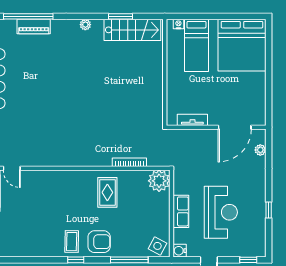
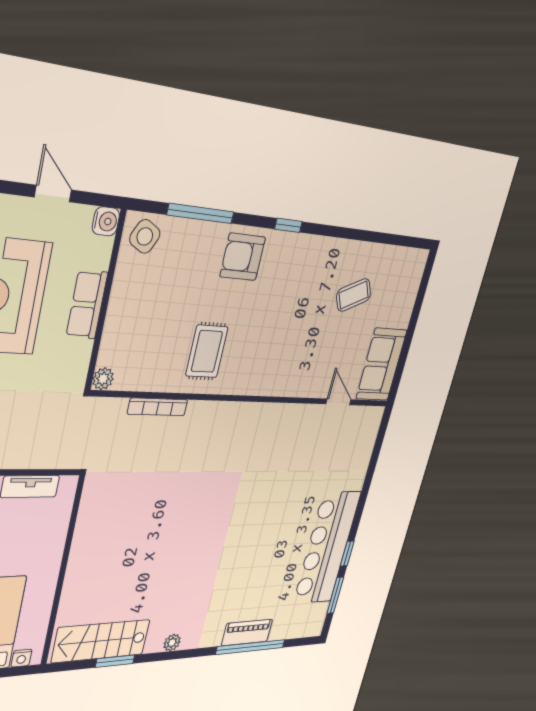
plant: (159, 181) -> (103, 379), width x0.53, depth x0.53
coffee table: (72, 242) -> (354, 295), moved, turned 64

